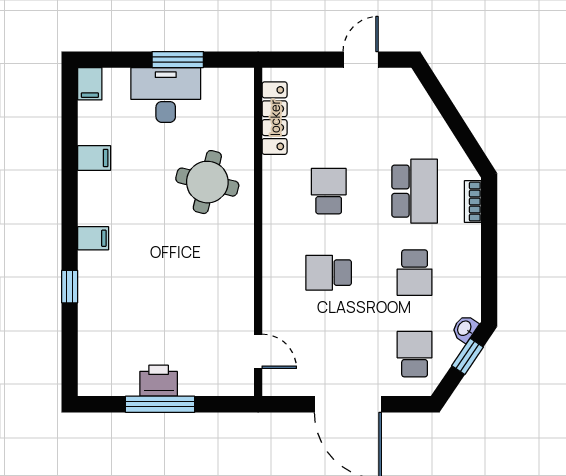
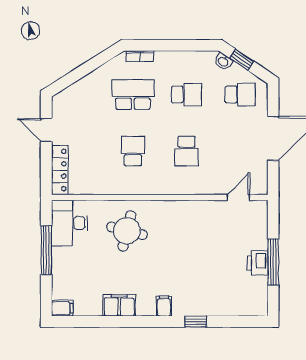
window: (178, 60) -> (46, 250), width x1.44
desk: (166, 95) -> (70, 223), moved
locker: (275, 118) -> (60, 170), moved, turned 90
filing cabinet: (94, 158) -> (119, 305), width x2.00
school desk: (329, 191) -> (133, 151), turned 90
school desk: (415, 354) -> (240, 94), turned 180

